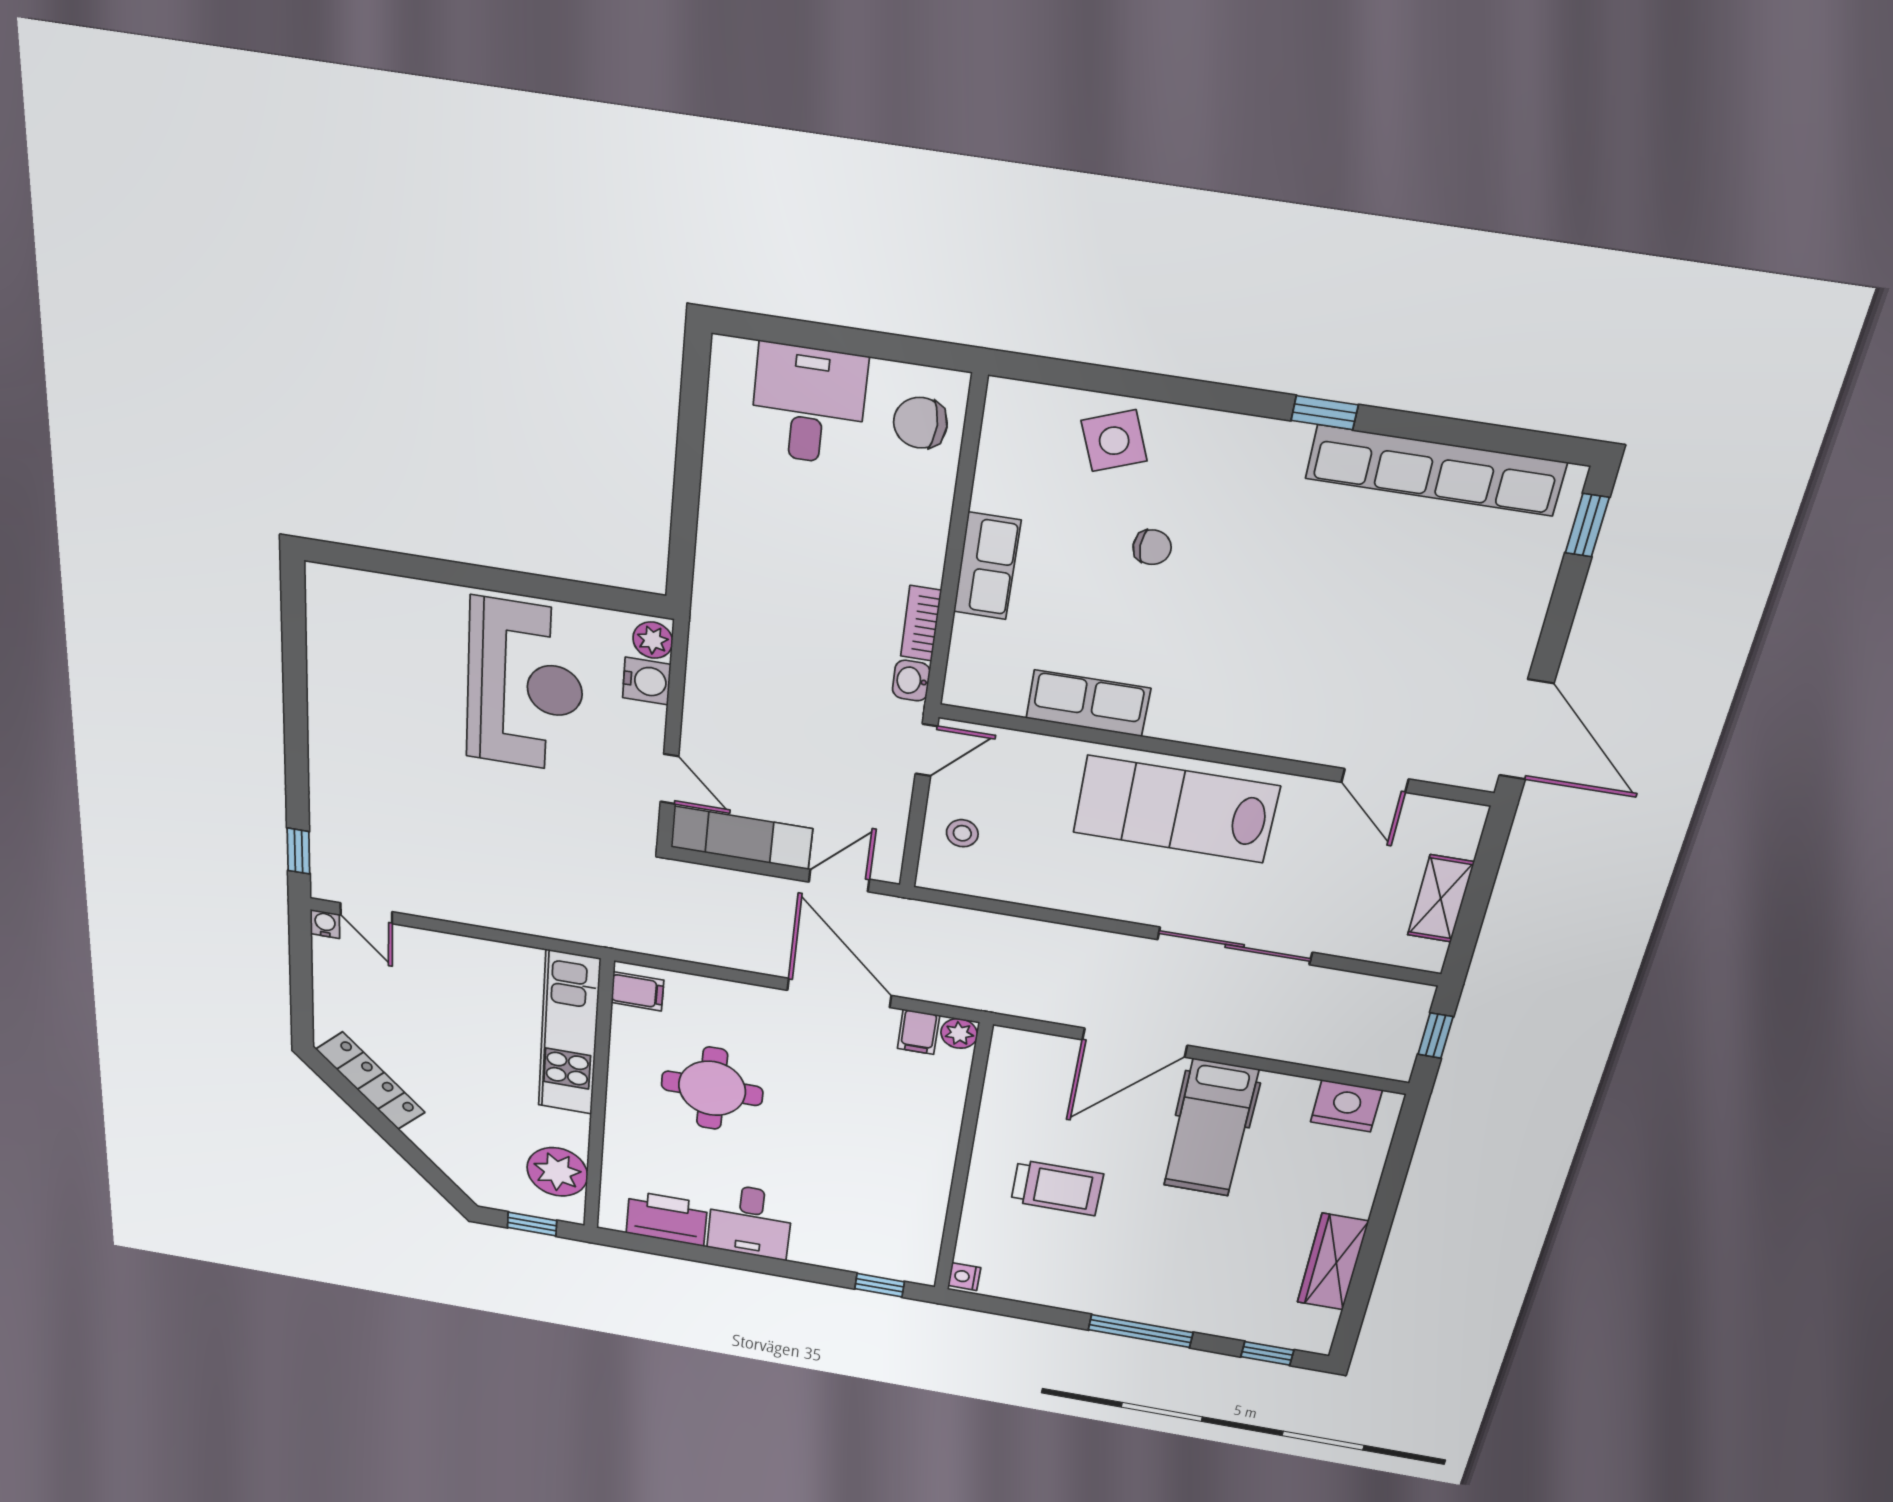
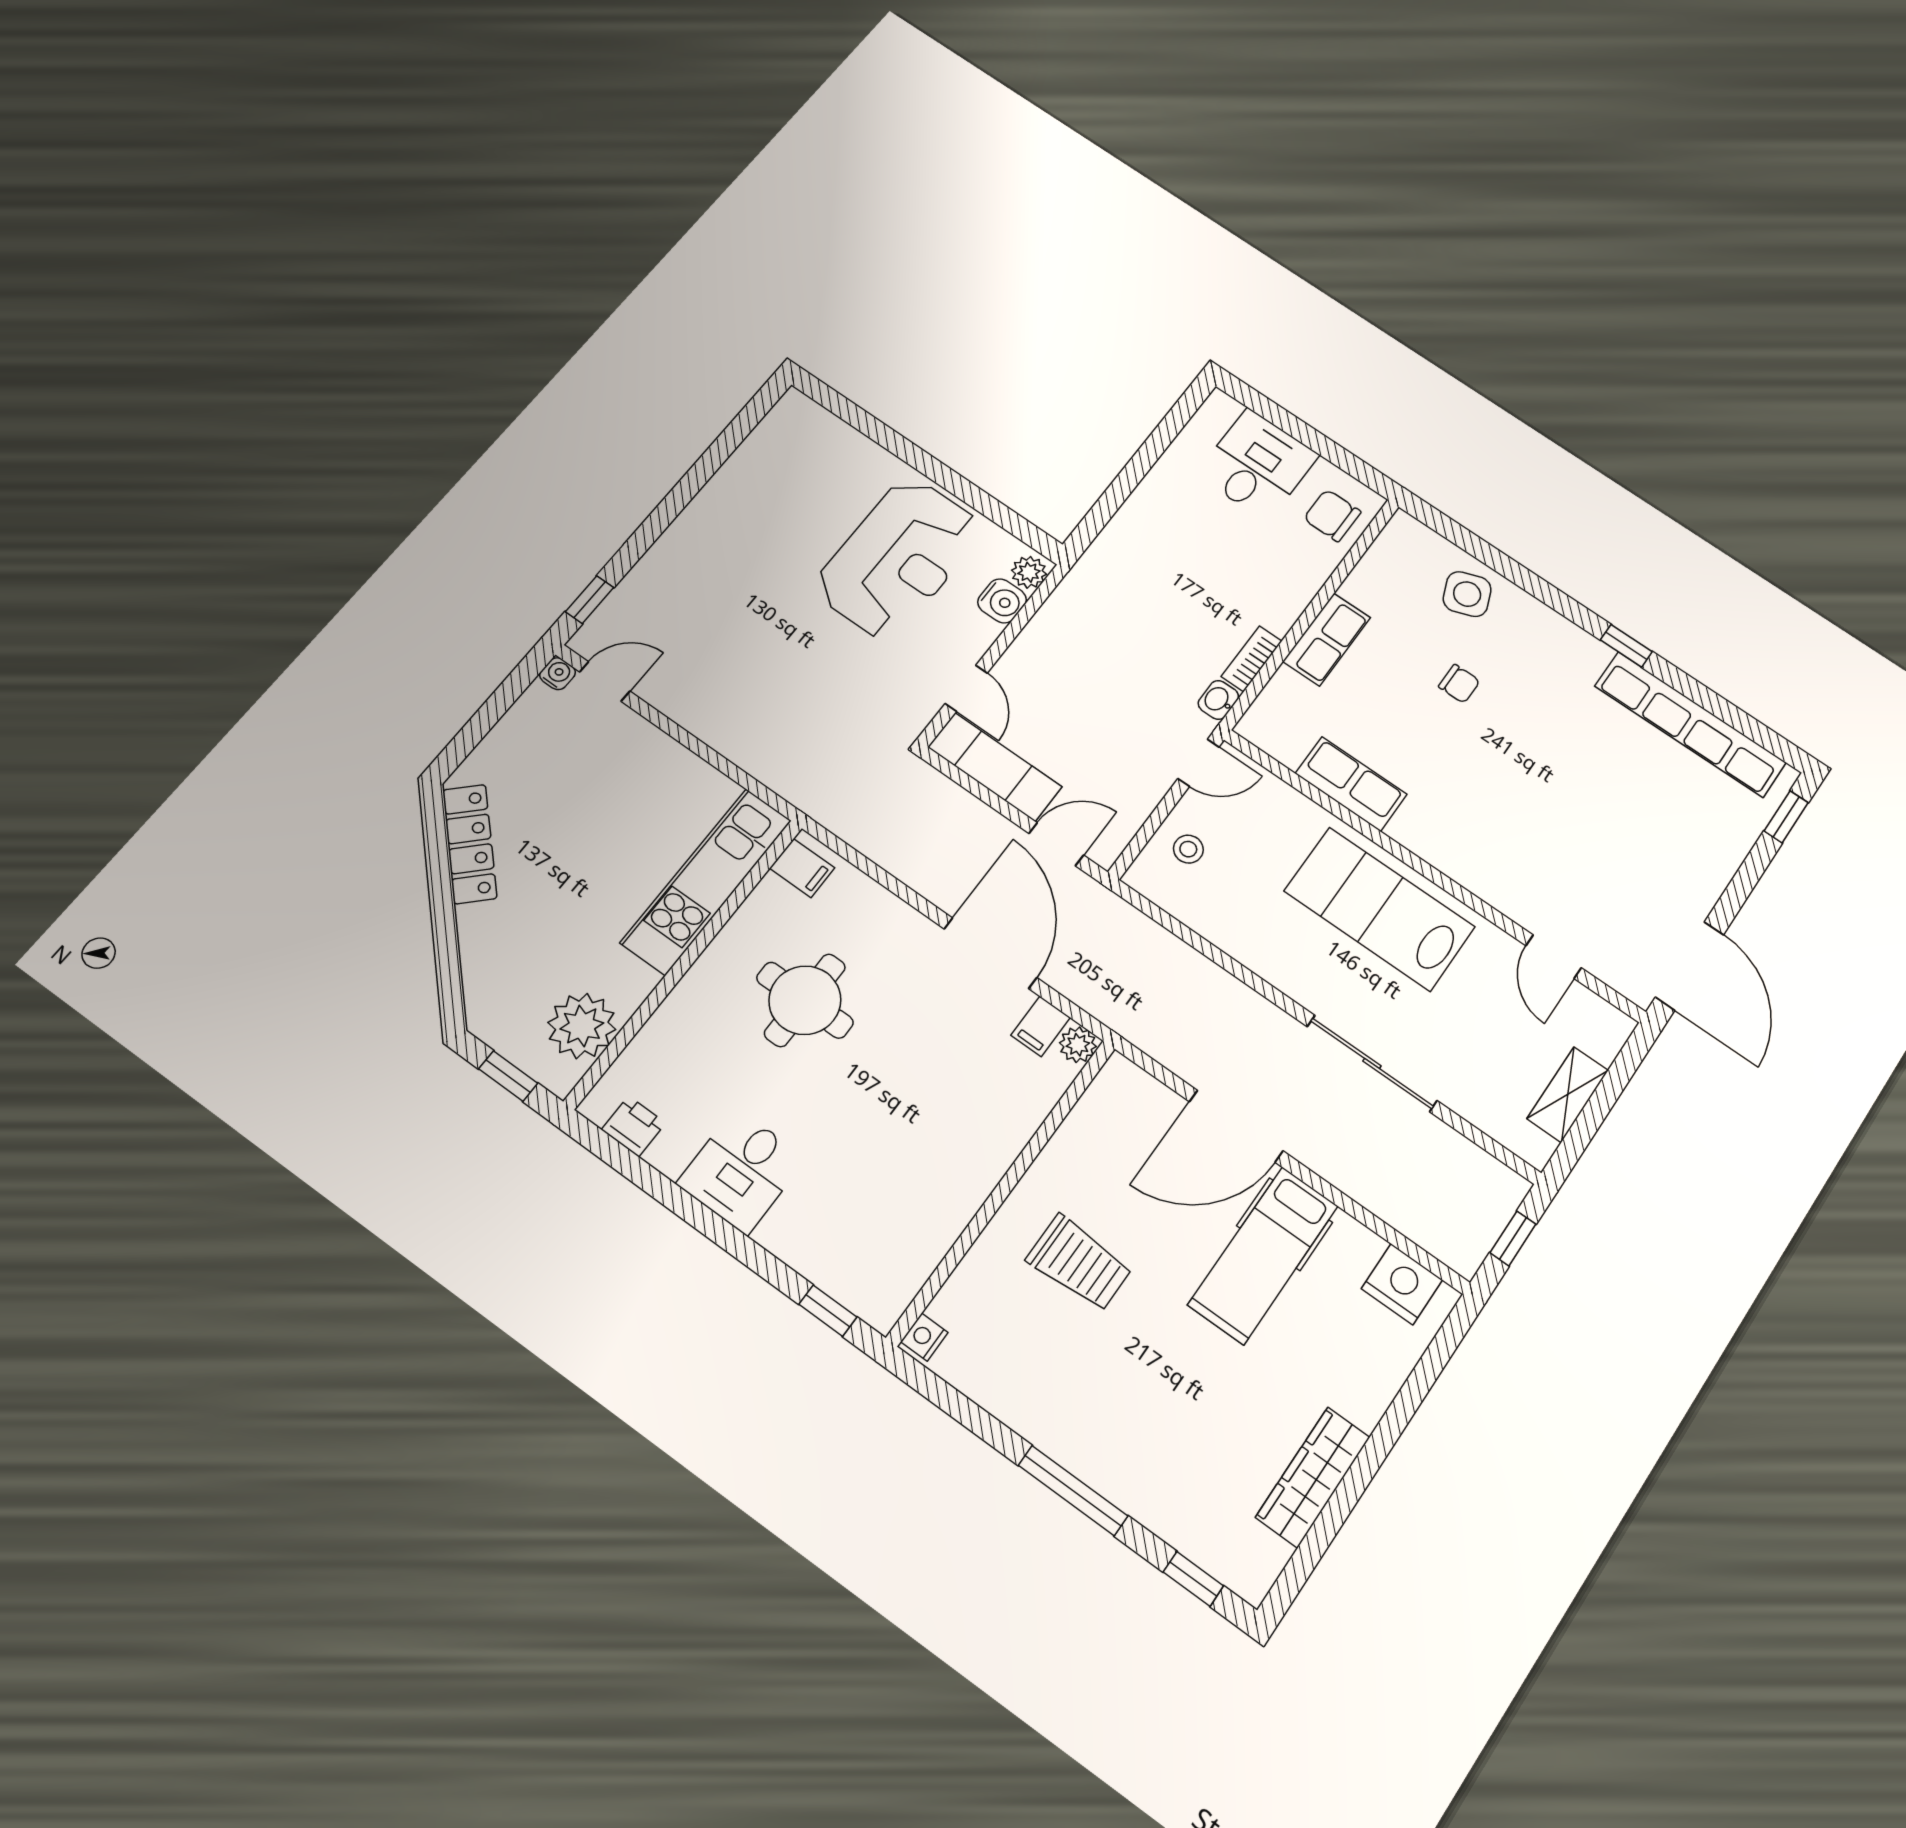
door: (366, 913) -> (605, 681), swing flipped
printer: (667, 1218) -> (634, 1126), width x0.53, depth x0.68

